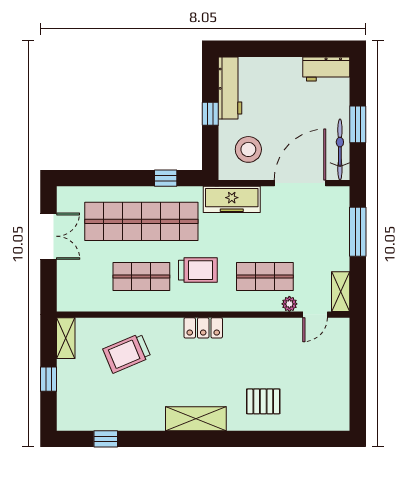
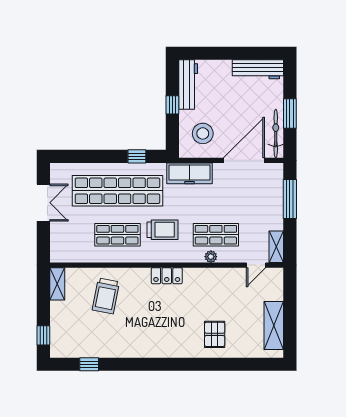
workbench: (326, 69) -> (258, 69), width x1.37
plant: (289, 304) -> (211, 257), moved
trolley: (127, 353) -> (106, 296), turned -56
window: (48, 379) -> (43, 335), moved
pallet: (263, 401) -> (215, 334), turned 90
shelving: (196, 419) -> (274, 325), moved, turned 90

